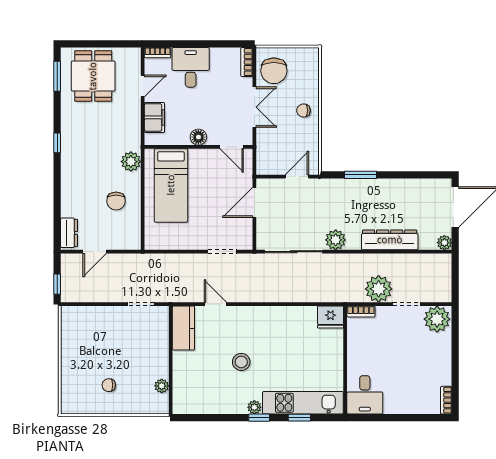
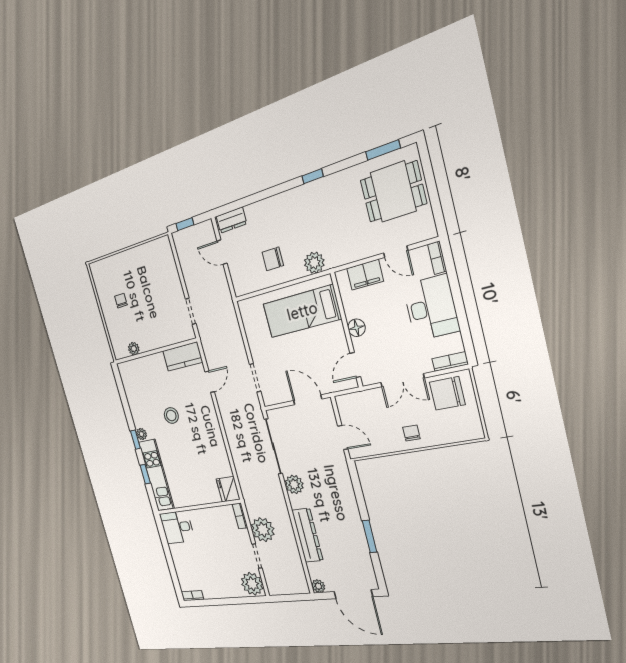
desk: (191, 67) -> (431, 308), width x1.37
window: (360, 175) -> (370, 536), moved

